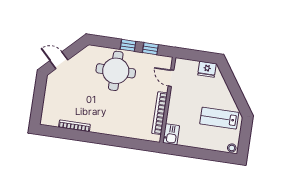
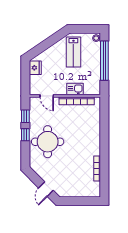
door: (171, 78) -> (47, 96), hinge flipped
kitchen sink: (171, 134) -> (75, 89), moved
window: (203, 154) -> (104, 61), added

